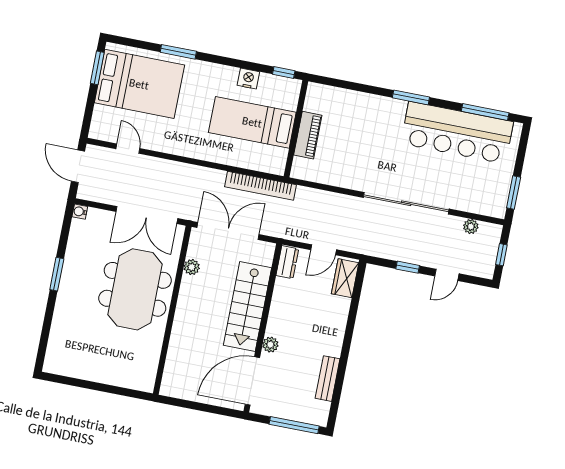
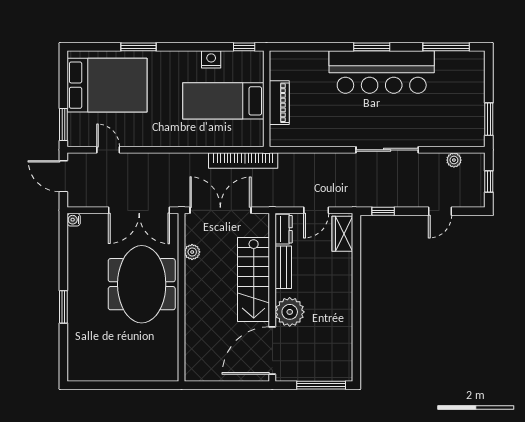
window: (97, 68) -> (63, 124), moved
bar counter: (457, 133) -> (382, 72), moved
sliding door: (406, 203) -> (387, 150), width x0.73
window: (408, 267) -> (383, 211), moved
window: (57, 274) -> (63, 307), moved
plant: (270, 345) -> (290, 312), width x1.88, depth x1.88
bench: (328, 379) -> (283, 267), moved

